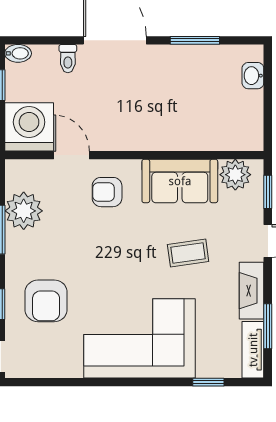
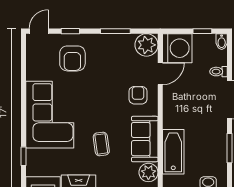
bathtub: (201, 134) -> (173, 152), added
plant: (24, 211) -> (146, 45), moved
armchair: (46, 301) -> (72, 58), turned -90

